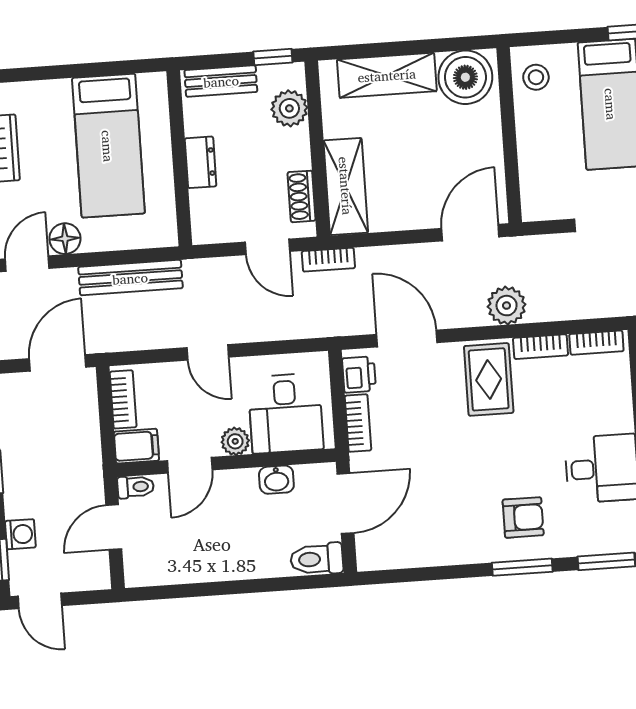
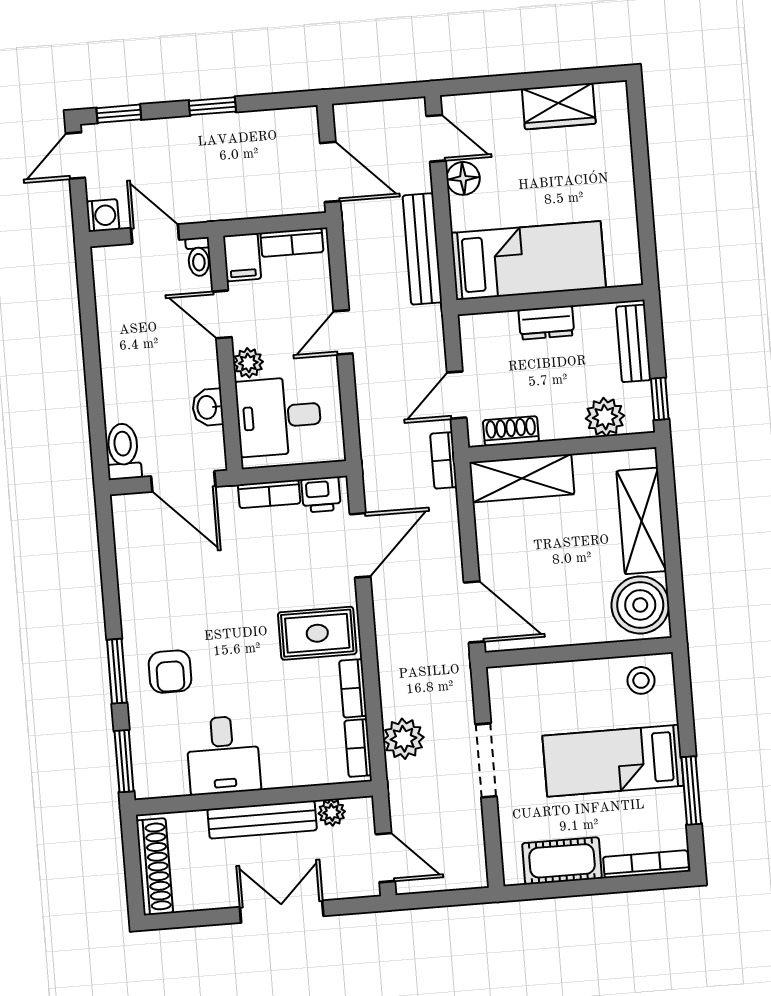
bed: (108, 146) -> (528, 260), moved, turned 180
plant: (507, 306) -> (404, 739), moved
washing machine: (20, 534) -> (103, 215), moved, turned -90

